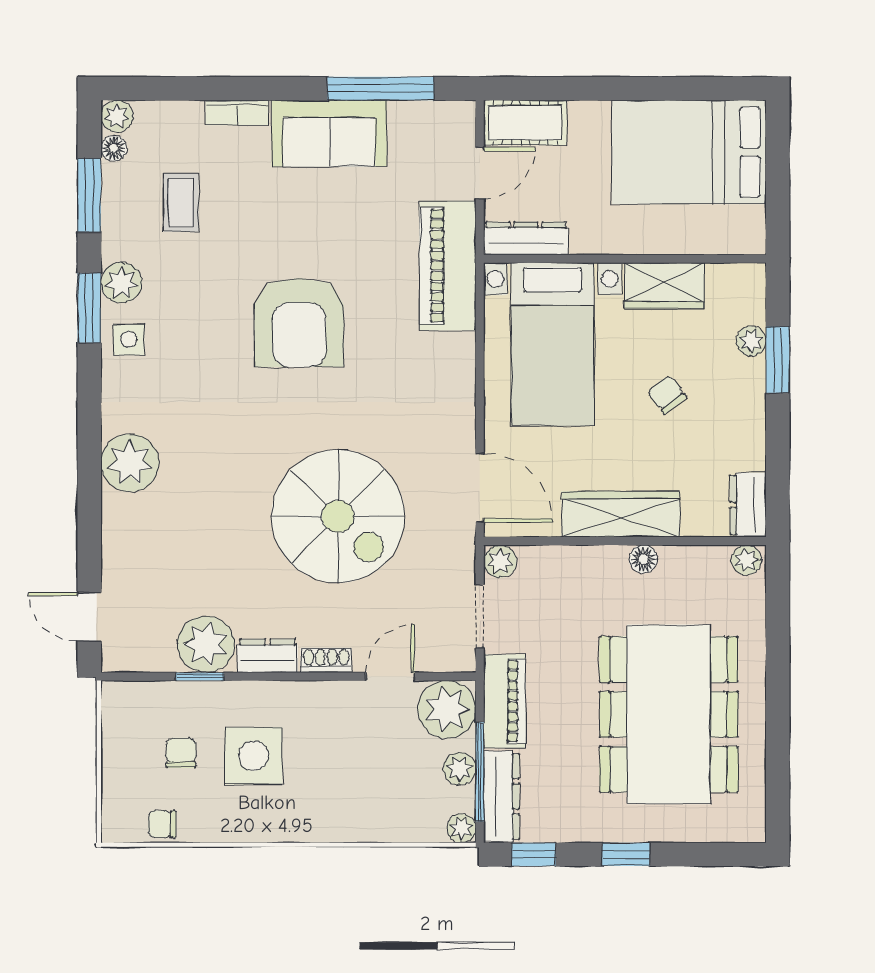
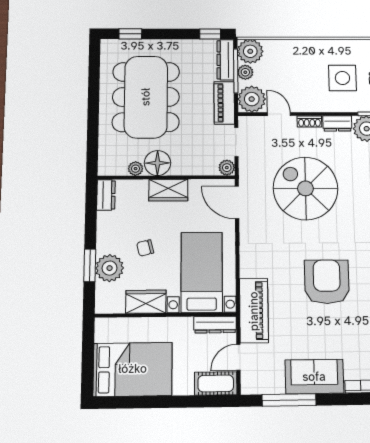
plant: (751, 341) -> (110, 268), width x1.87, depth x1.87
chair: (667, 395) -> (145, 248), turned 113
wardrobe: (621, 514) -> (168, 190), width x0.67
floor lamp: (643, 559) -> (158, 163), width x1.89, depth x1.89
plant: (746, 560) -> (136, 169), moved
door: (390, 676) -> (279, 114), swing flipped
plant: (461, 828) -> (250, 51), width x1.88, depth x1.88
window: (626, 854) -> (130, 34), moved

